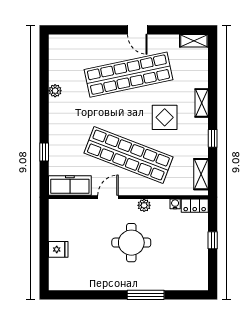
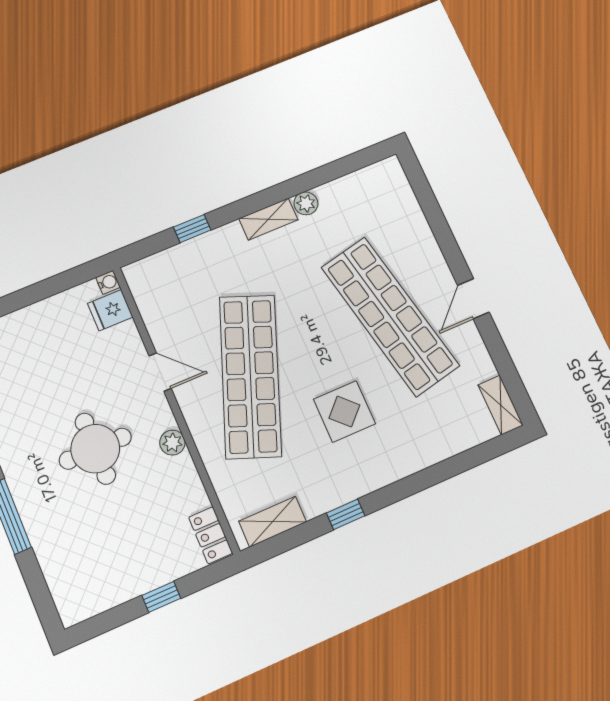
shelving: (202, 103) -> (268, 219), moved
freezer: (70, 185) -> (153, 297), removed
water cooler: (175, 204) -> (108, 282), moved
fridge: (58, 249) -> (110, 310), moved, turned 90

